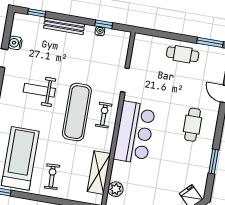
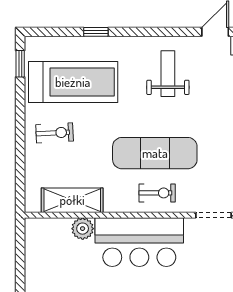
weight bench: (39, 90) -> (168, 74), moved
plant: (116, 189) -> (83, 229), moved

